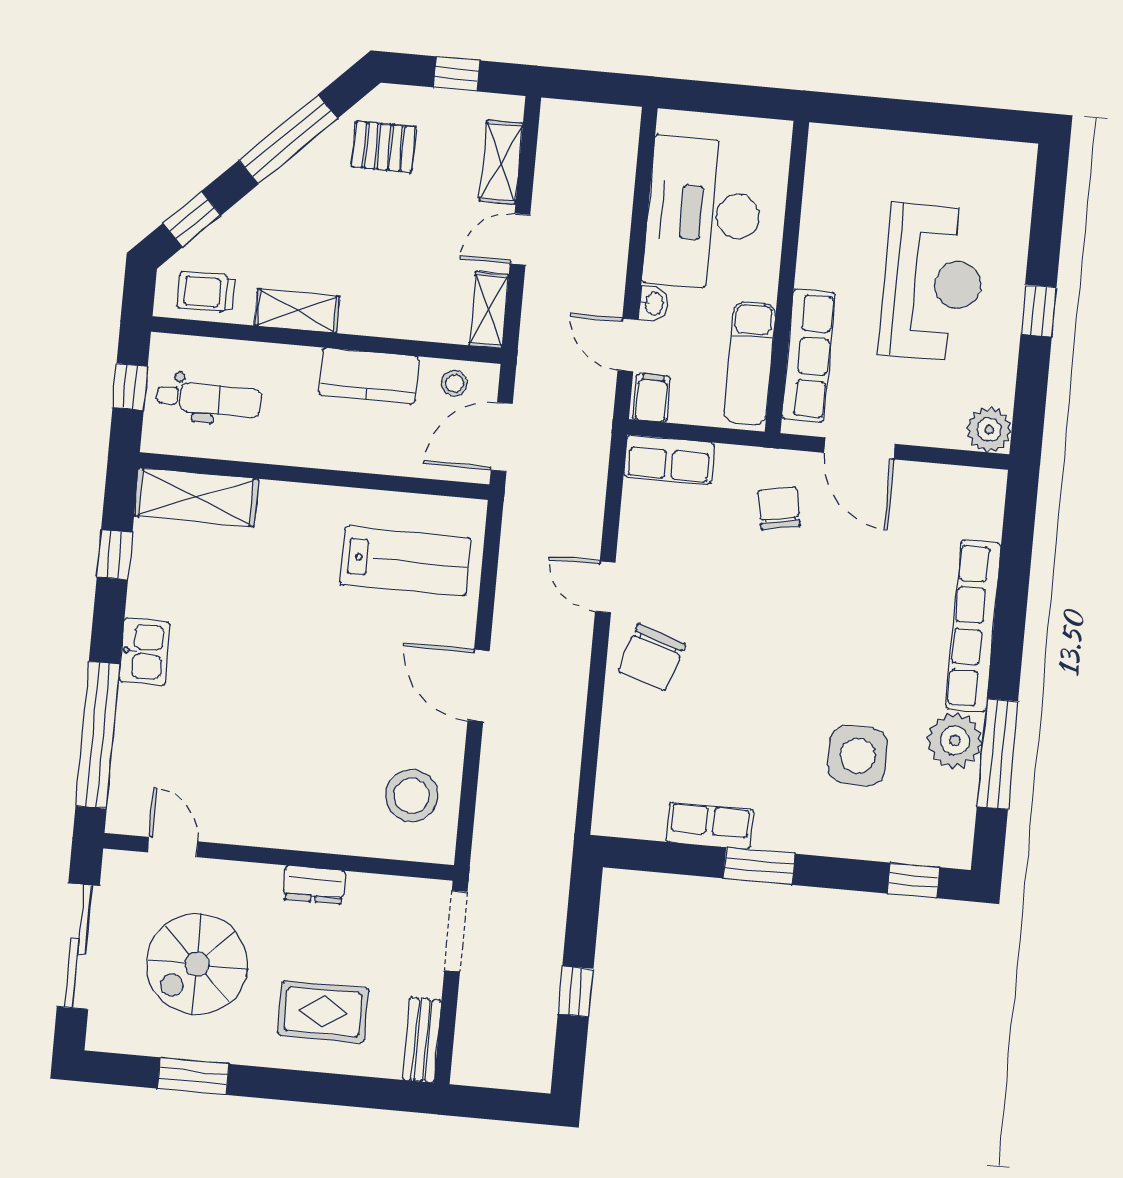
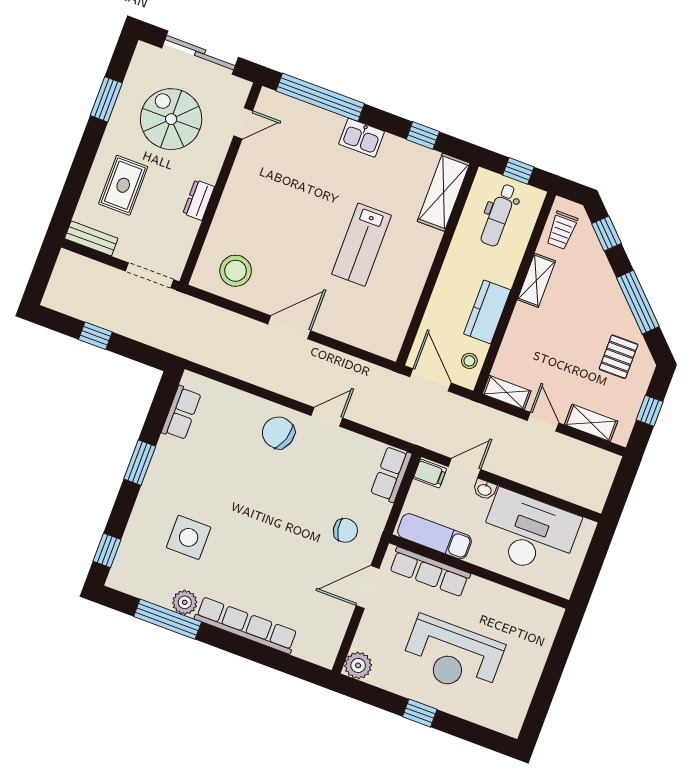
trolley: (206, 292) -> (562, 230), turned 180
lab bench: (405, 561) -> (361, 245), moved
plant: (955, 741) -> (185, 602), width x0.73, depth x0.73
row of seats: (710, 826) -> (181, 413), moved

